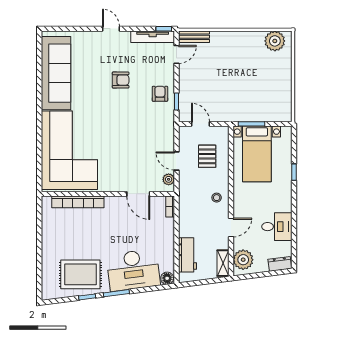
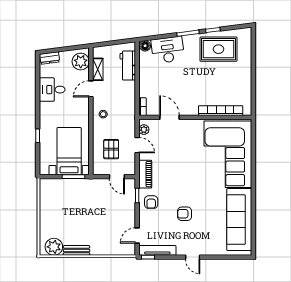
bench: (194, 37) -> (76, 250), moved
piano: (167, 127) -> (145, 174), added
shelving: (223, 263) -> (98, 69), moved
desk: (133, 270) -> (168, 50), width x0.73, depth x0.77

